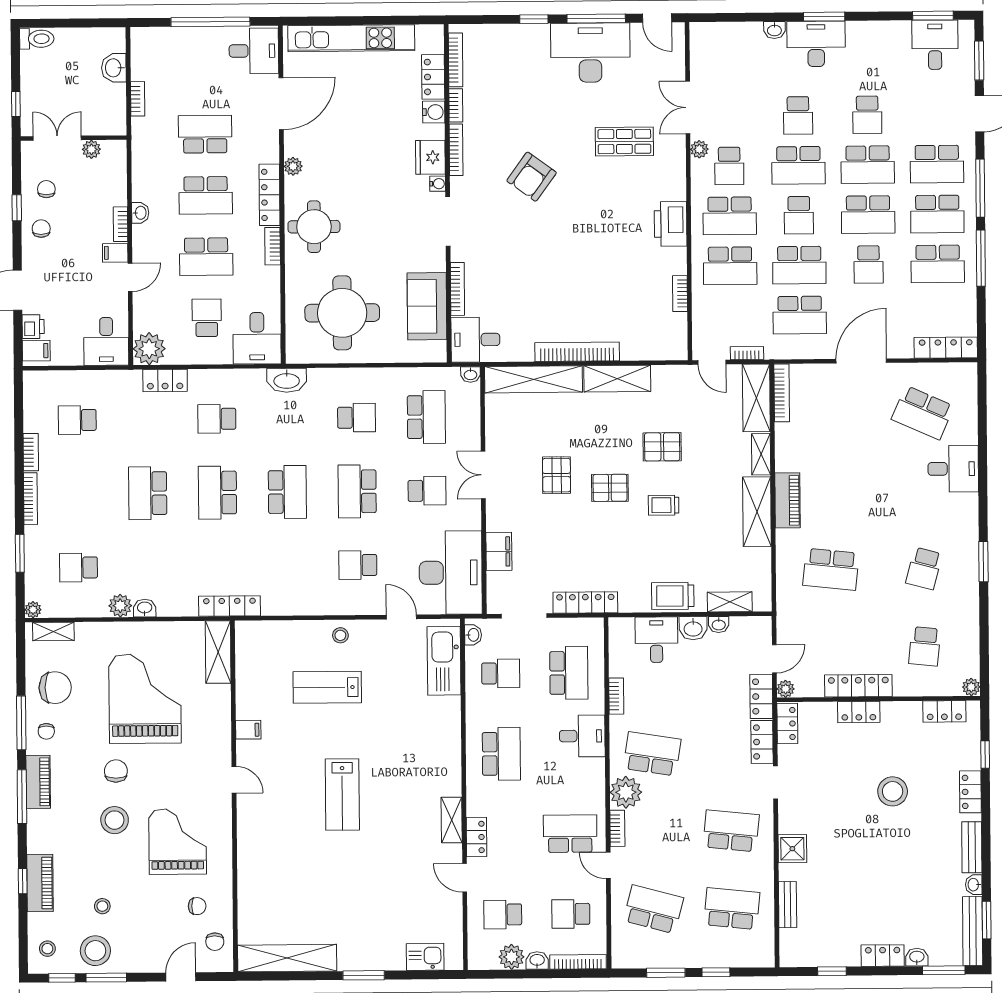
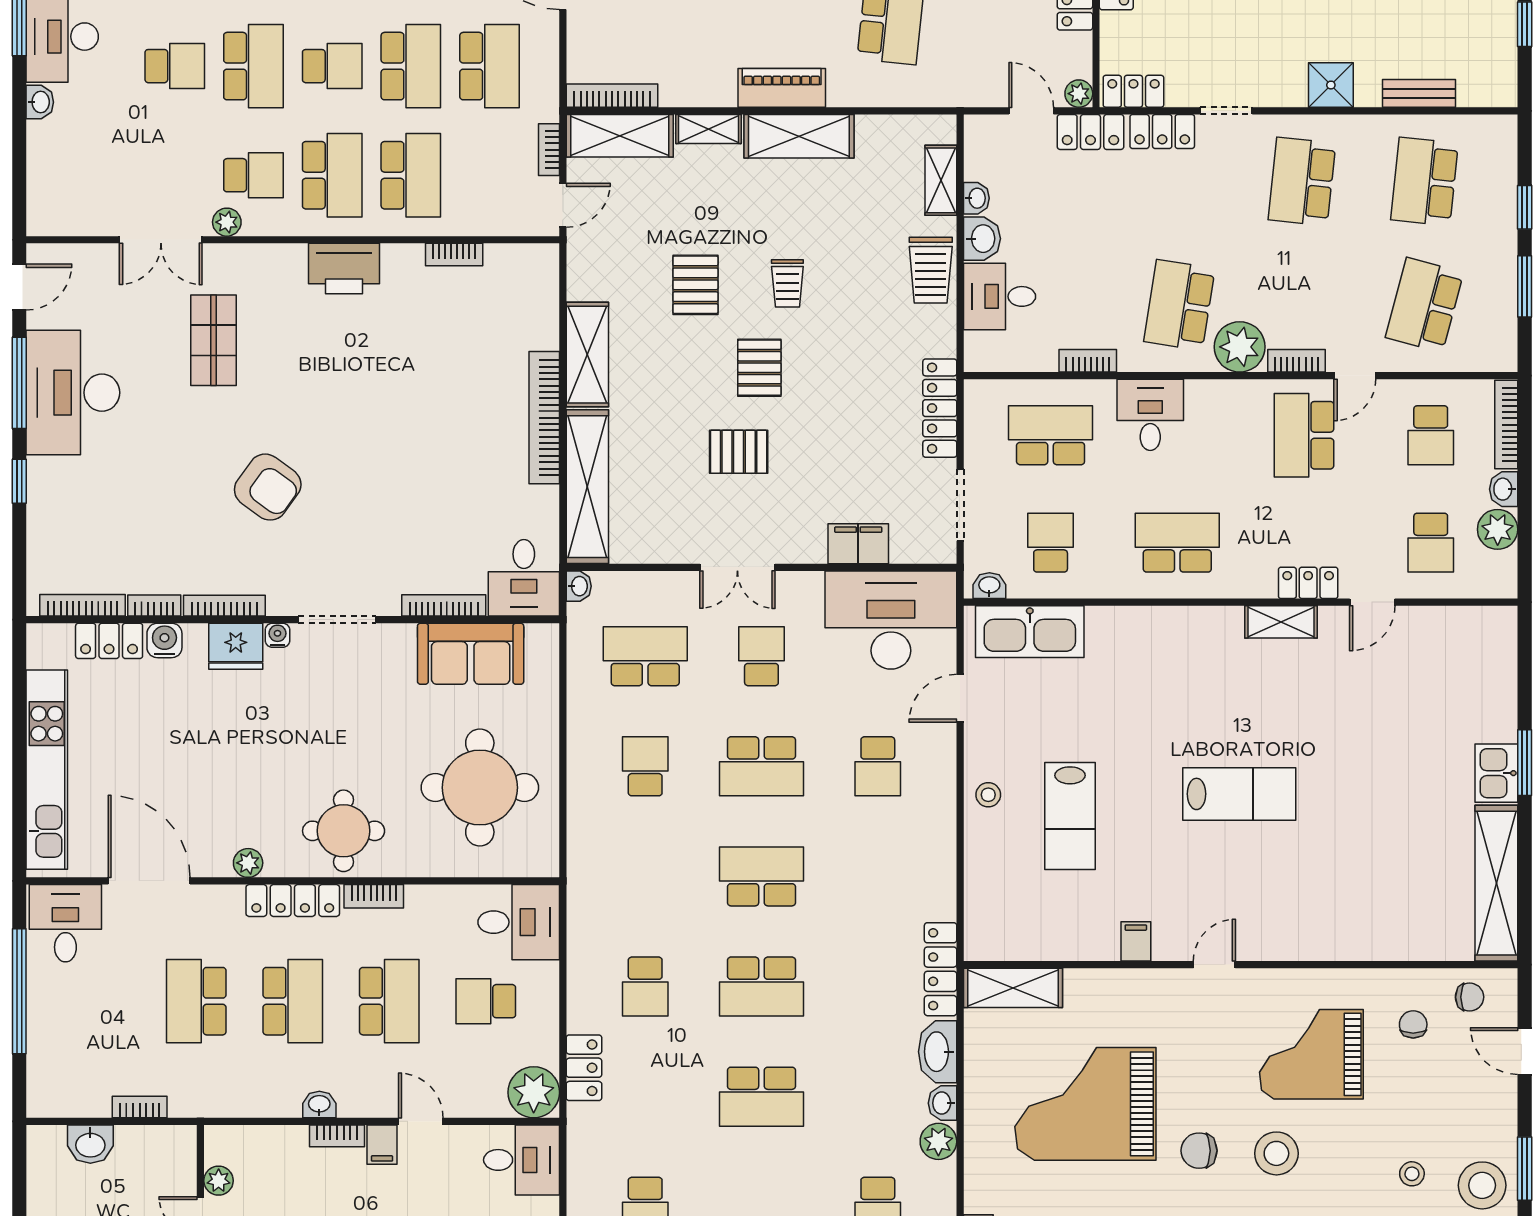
washbasin: (287, 380) -> (938, 1052), moved, turned 180
kitchen sink: (425, 957) -> (1496, 773), moved

